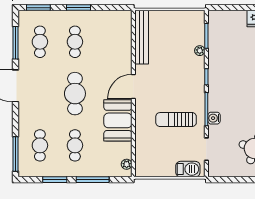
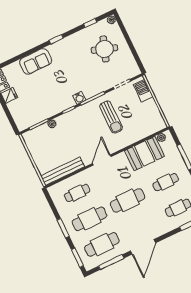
cafe table: (40, 42) -> (102, 244), width x1.37, depth x1.35
cafe table: (75, 42) -> (90, 219), width x1.37, depth x1.35
cafe table: (110, 42) -> (77, 193), added
door: (133, 87) -> (102, 160), swing flipped
water cooler: (214, 118) -> (79, 98), moved
booth: (118, 120) -> (145, 153), moved

